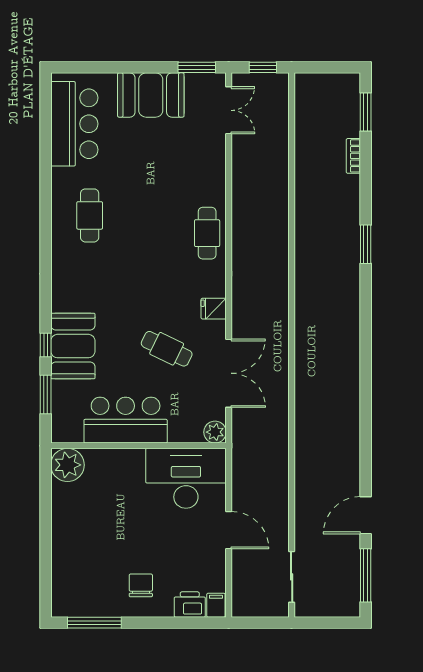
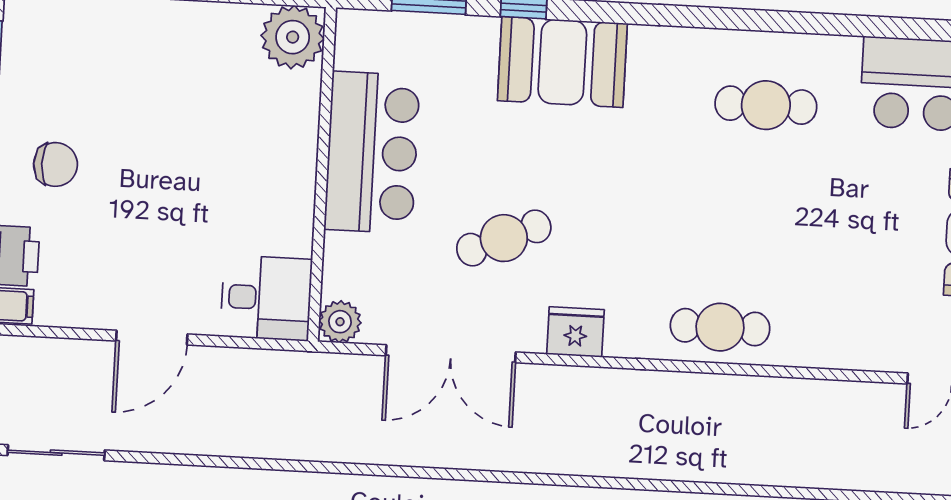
fridge: (214, 309) -> (575, 332), width x1.38
booth: (73, 346) -> (562, 62), moved
cafe table: (167, 349) -> (504, 238), turned 41
desk: (186, 478) -> (266, 298), width x0.53, depth x0.77

